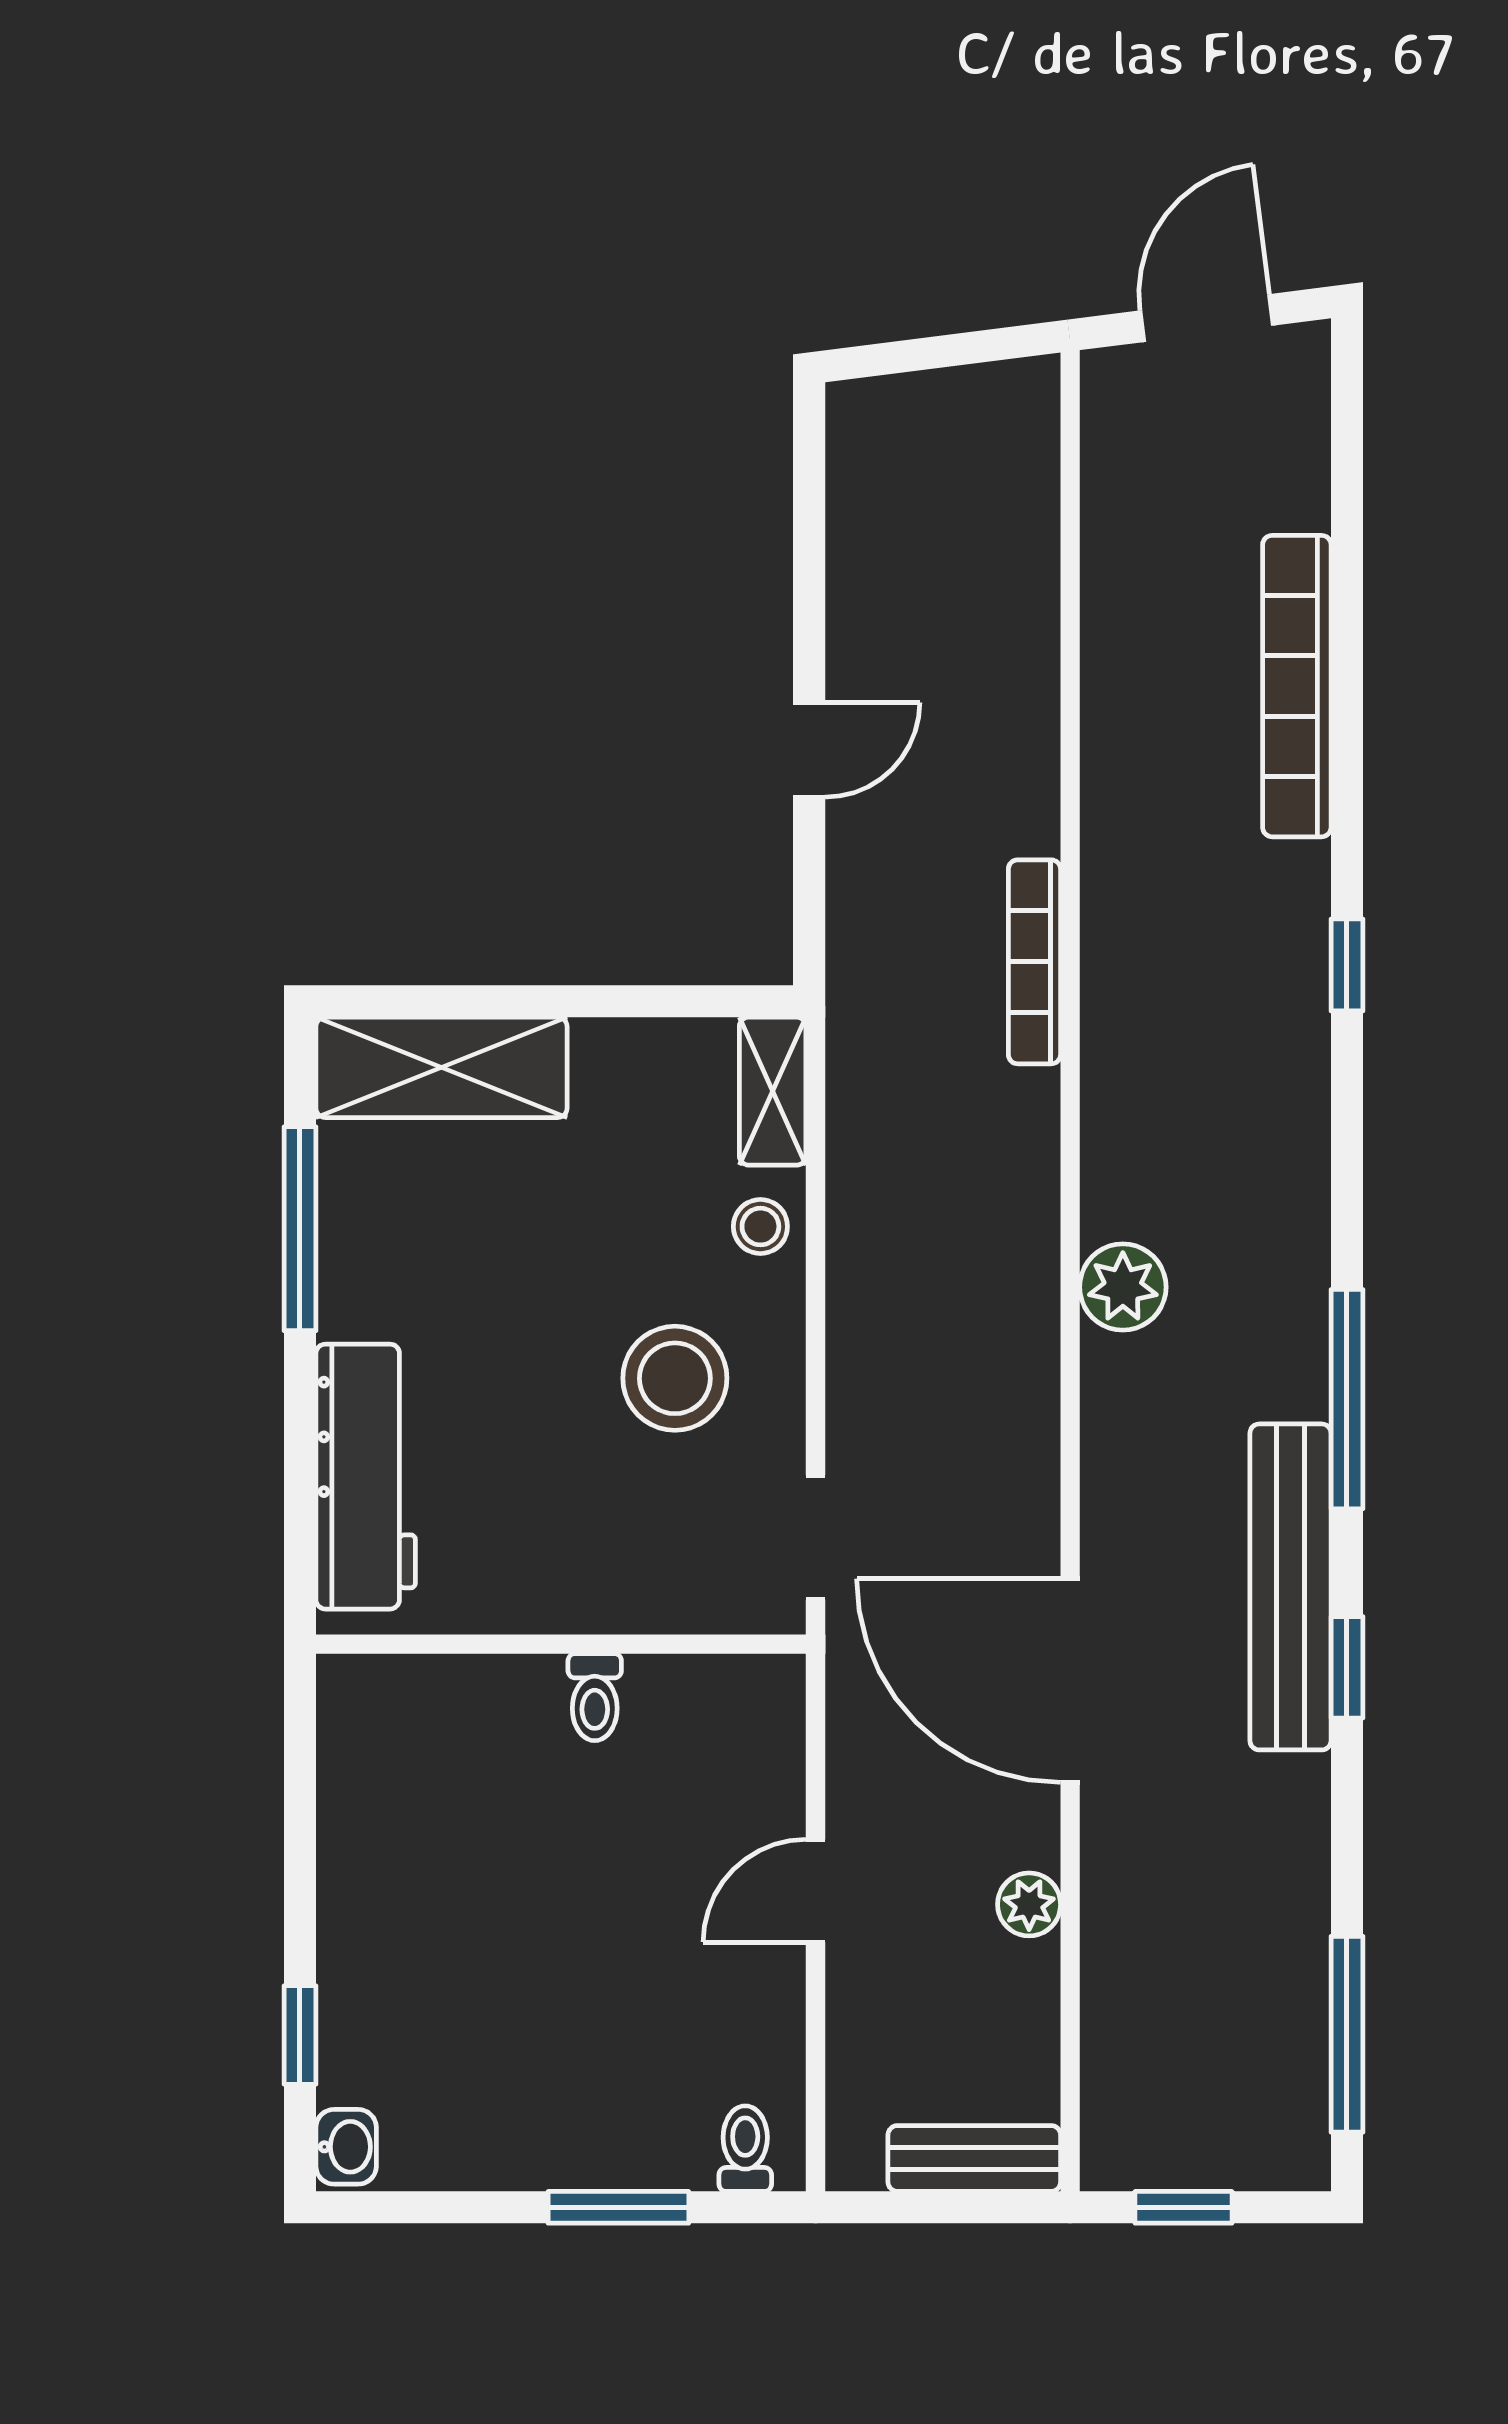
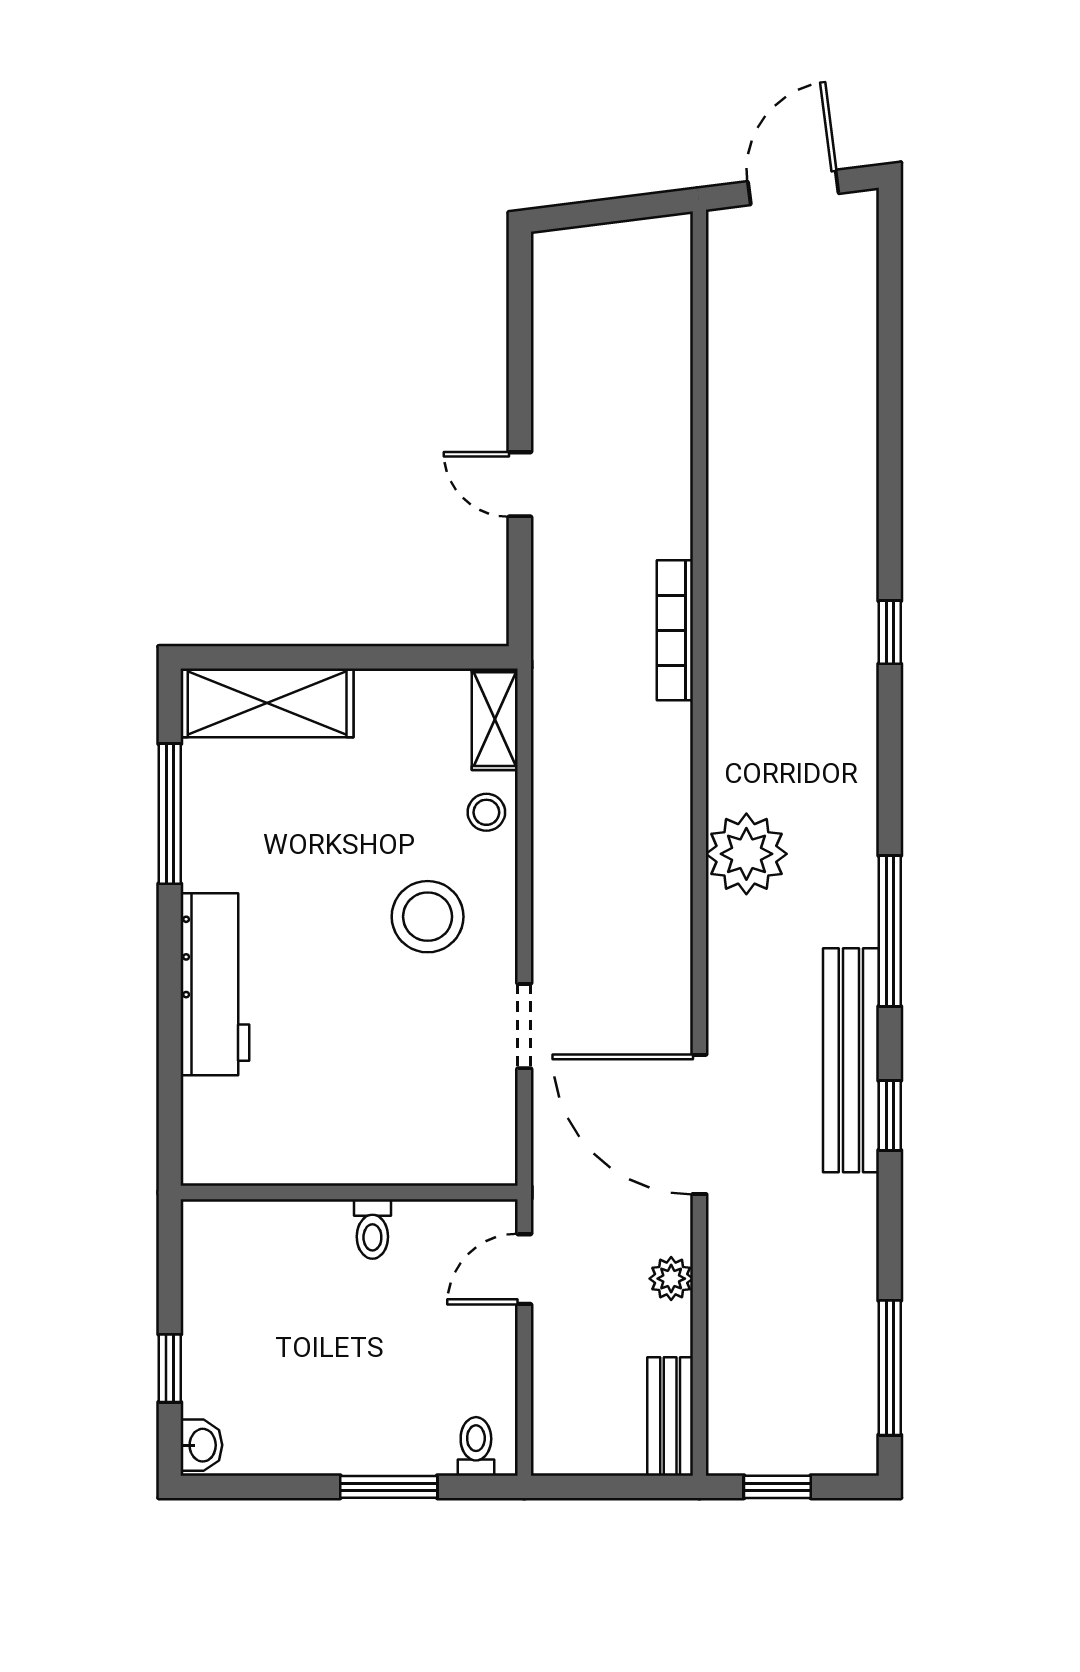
bookcase: (1297, 686) -> (855, 441), removed
door: (809, 750) -> (520, 484), swing flipped
plant: (1123, 1287) -> (746, 854), width x1.36, depth x1.36
wall: (561, 1644) -> (349, 1192), moved
toilet: (595, 1697) -> (372, 1229), moved
bench: (974, 2158) -> (670, 1417), moved, turned 90

